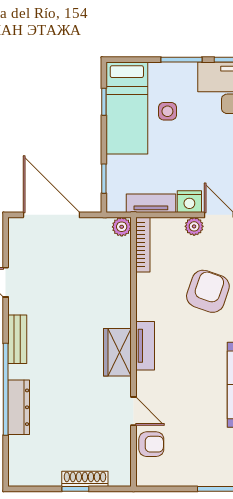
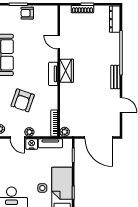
dresser: (19, 407) -> (115, 19), moved
armchair: (151, 444) -> (27, 13), moved

